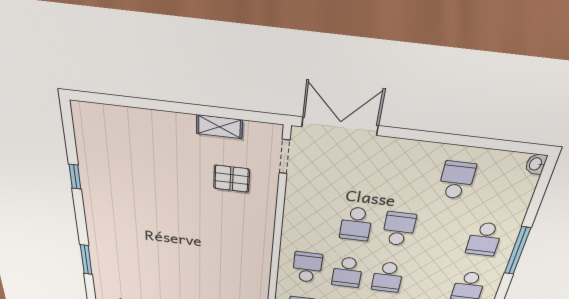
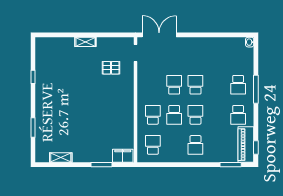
shelving: (219, 127) -> (85, 42), moved
school desk: (457, 180) -> (217, 55), removed
school desk: (356, 224) -> (174, 85), turned 180
school desk: (388, 277) -> (195, 115), turned 180

